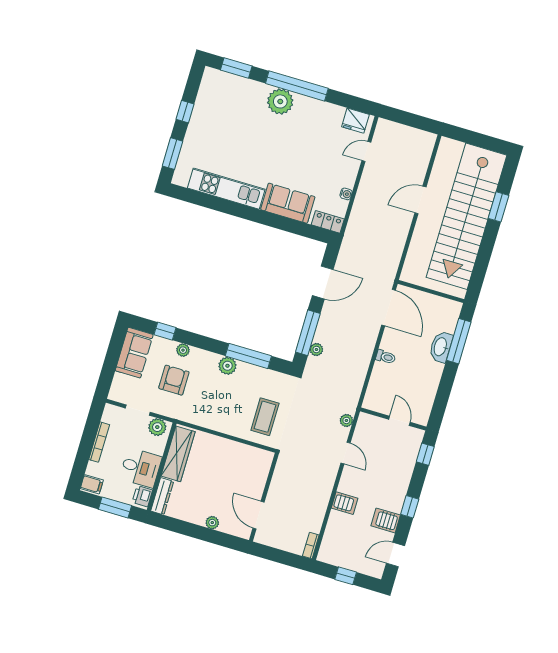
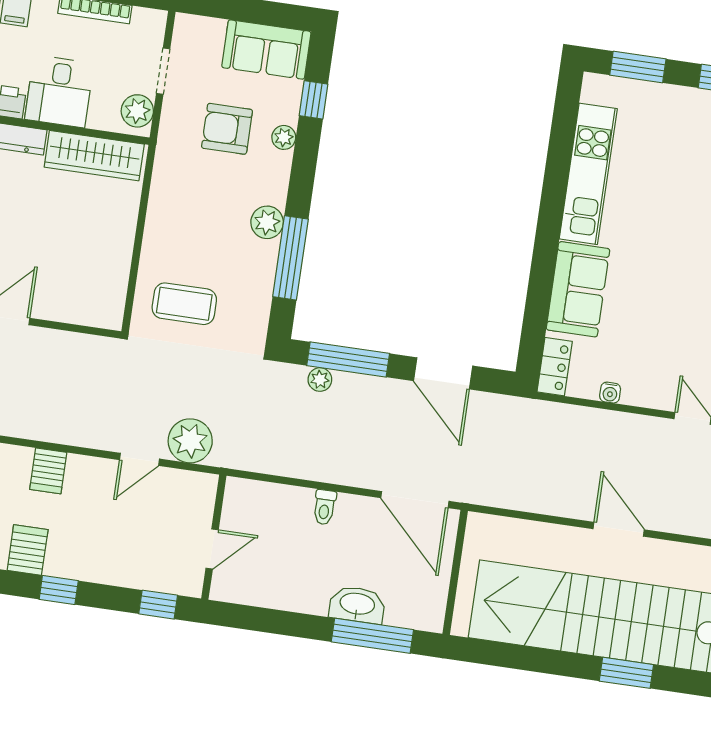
door: (389, 308) -> (415, 500), hinge flipped
armchair: (174, 380) -> (227, 129), turned 180
plant: (346, 420) -> (190, 441), width x1.88, depth x1.88

